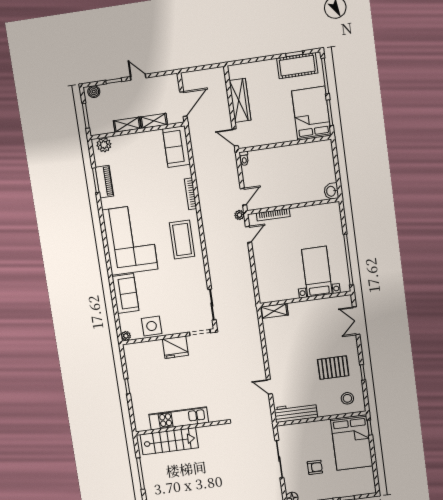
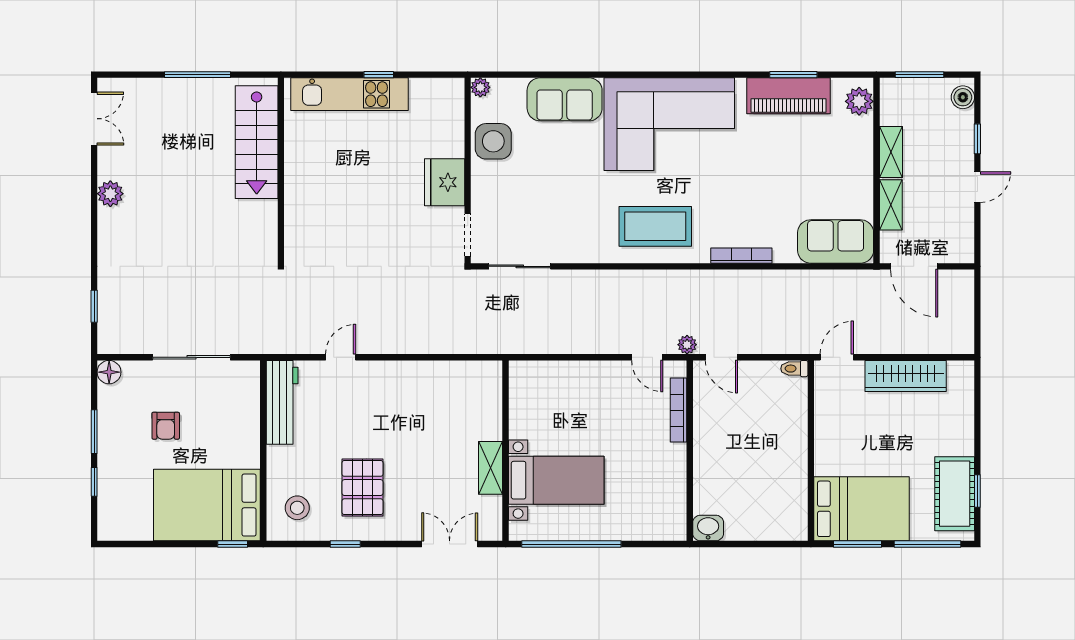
piano: (104, 182) -> (789, 96), width x1.37, depth x1.33
shelving: (274, 311) -> (491, 468), moved
kitchen unit: (179, 418) -> (350, 94), moved, turned 90

